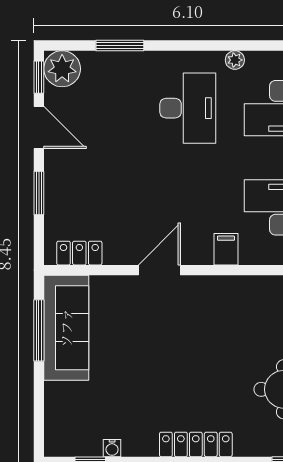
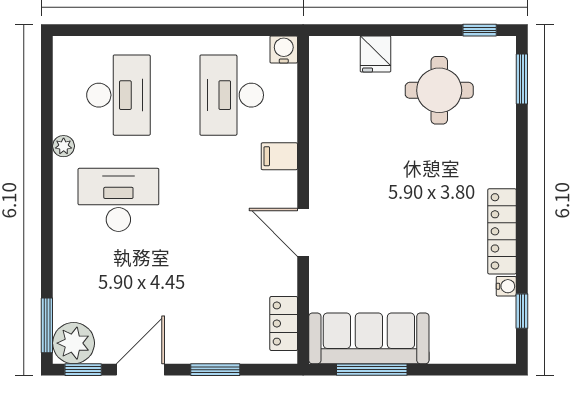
window: (120, 46) -> (47, 325), moved
locker: (196, 444) -> (502, 231), moved

